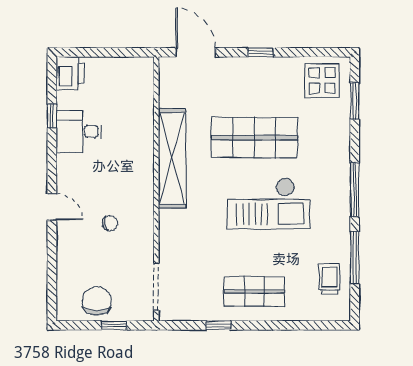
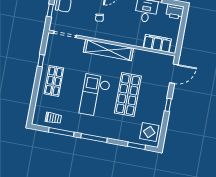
filing cabinet: (140, 97) -> (157, 43), added
shelving: (172, 158) -> (108, 50), moved

